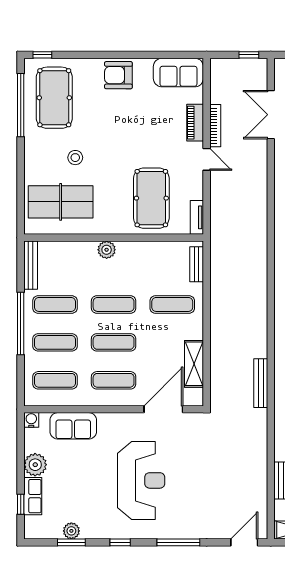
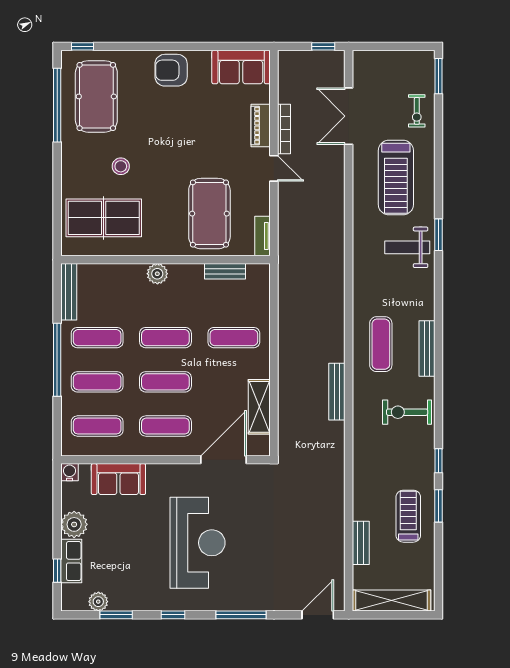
bench: (197, 264) -> (225, 271), moved, turned 90
bench: (261, 383) -> (337, 392), moved
plant: (71, 531) -> (98, 602), moved

